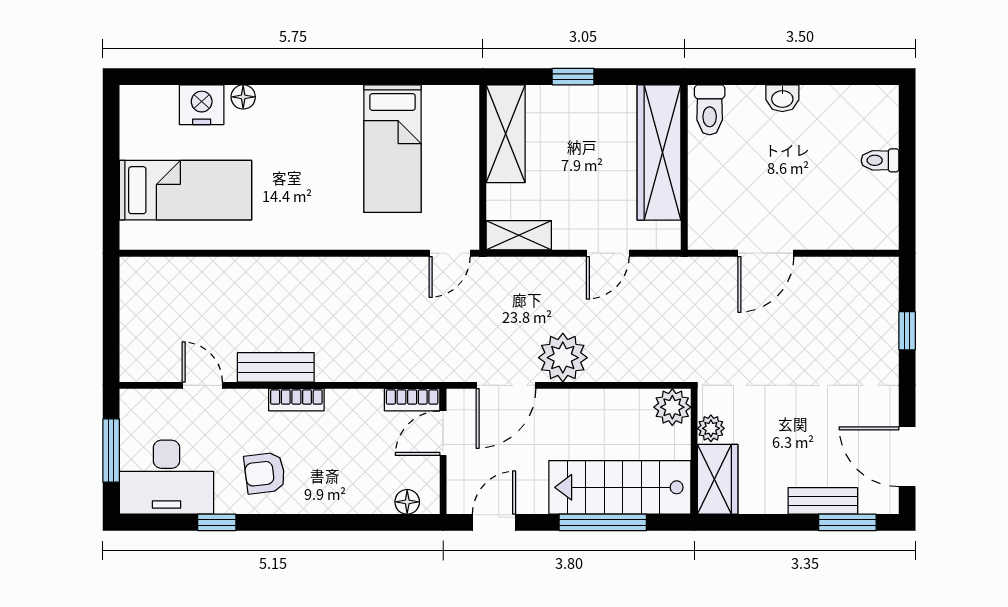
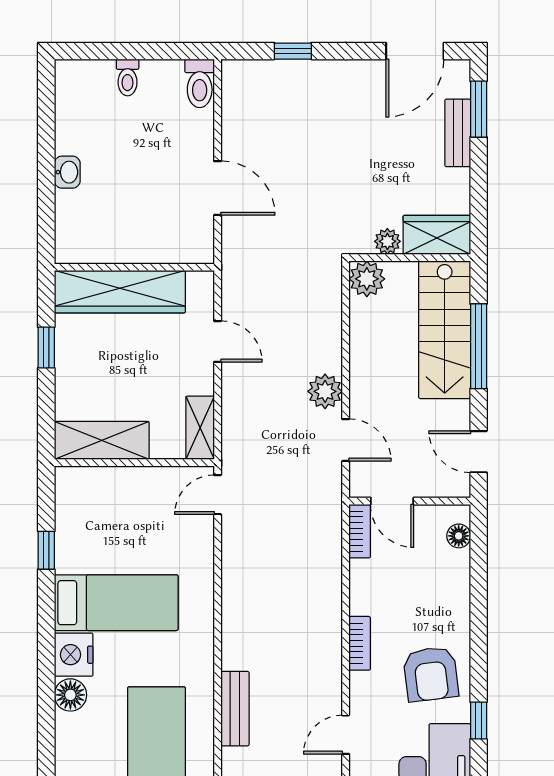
window: (392, 77) -> (46, 550), added
window: (573, 77) -> (46, 348), moved
floor lamp: (243, 97) -> (70, 695), width x1.37, depth x1.37
nightstand: (202, 105) -> (74, 655), moved
toilet: (710, 110) -> (200, 83), moved, turned 90
bed: (392, 149) -> (116, 603), moved
door: (450, 253) -> (218, 495), swing flipped
plant: (563, 358) -> (325, 391), width x0.73, depth x0.73
bench: (276, 367) -> (235, 709), moved
door: (506, 385) -> (346, 440), width x0.73
armchair: (265, 473) -> (431, 674), width x1.38, depth x1.38

